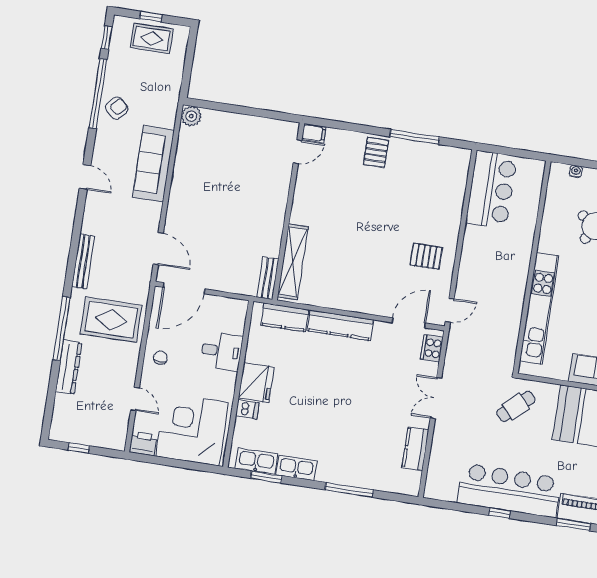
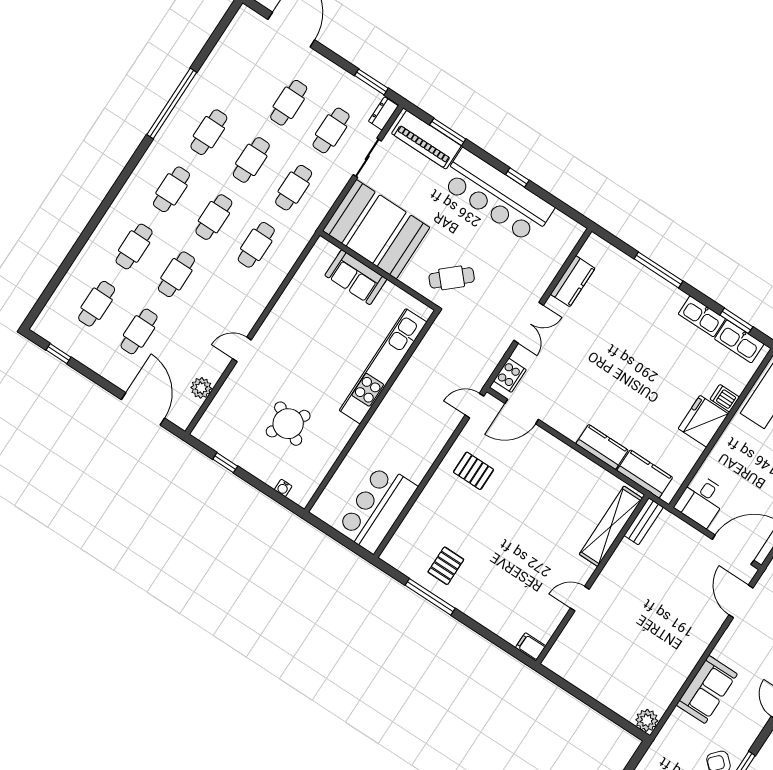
door: (298, 152) -> (580, 599), moved
pallet: (376, 152) -> (446, 566), moved
sofa: (153, 164) -> (707, 689), width x0.73
kitchen counter: (340, 325) -> (602, 447), width x0.67
desk: (221, 351) -> (701, 500), moved, turned -90

